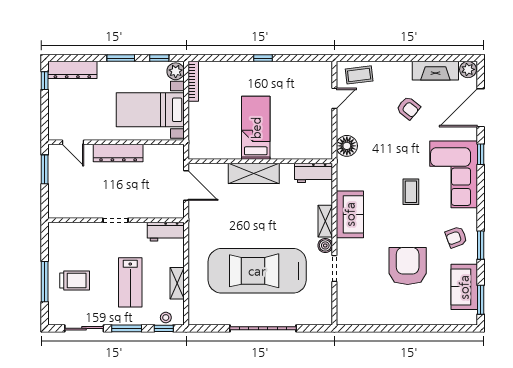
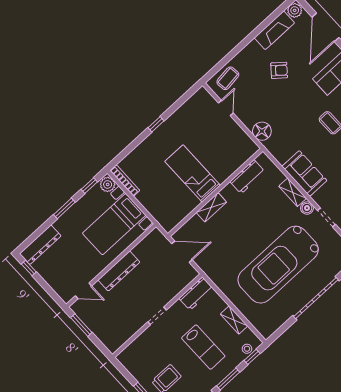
shelving: (254, 173) -> (211, 207), width x0.67, depth x0.75
workbench: (314, 173) -> (247, 177), moved

